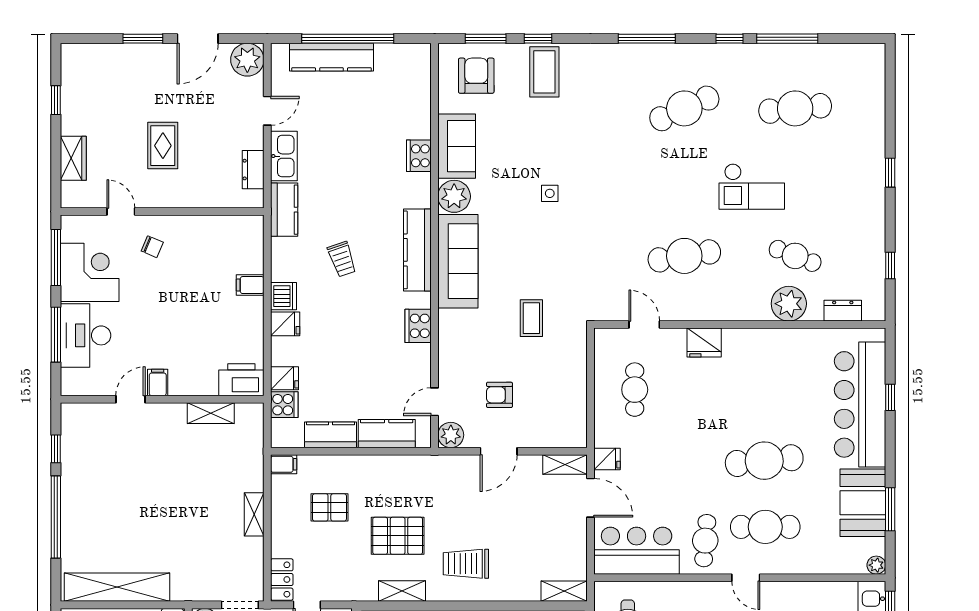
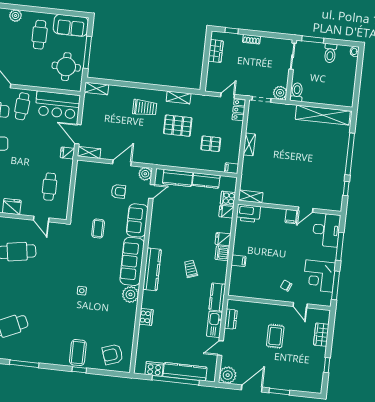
window: (486, 39) -> (106, 373), removed
armchair: (476, 76) -> (113, 354), turned 71
sofa: (457, 146) -> (137, 220), moved
cooker: (418, 326) -> (154, 369), moved, turned -90
desk: (86, 335) -> (326, 230), moved
shelving: (211, 413) -> (251, 196), moved

